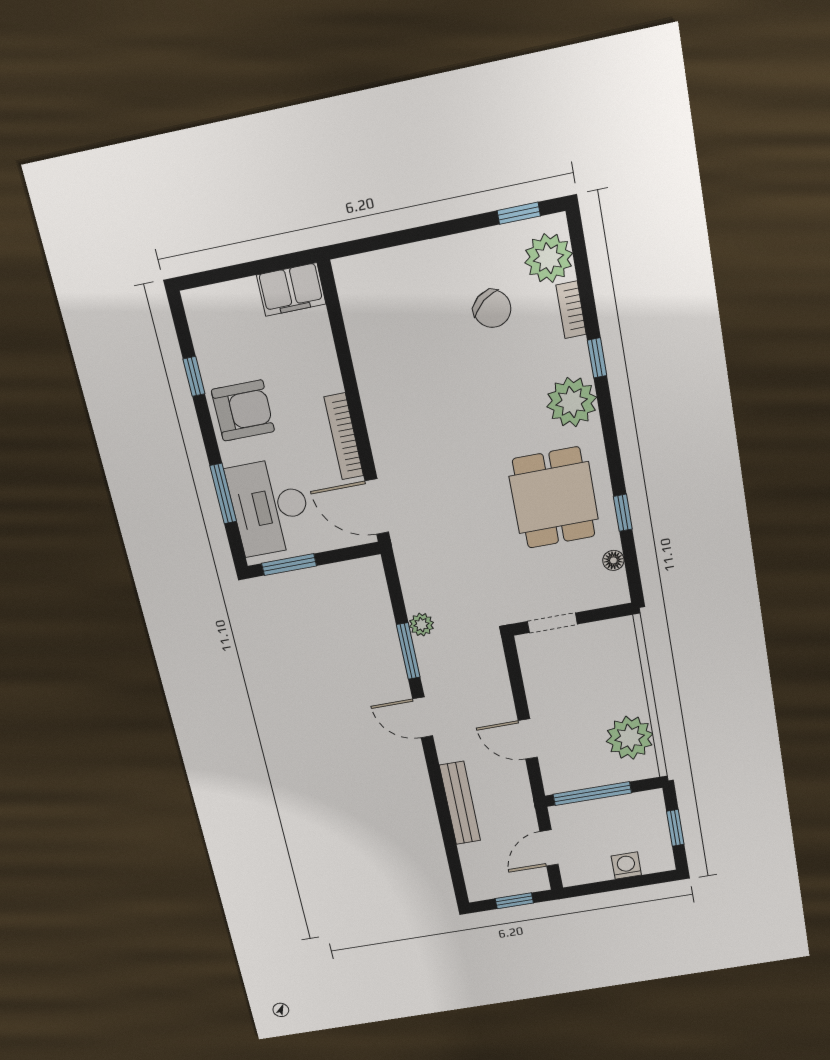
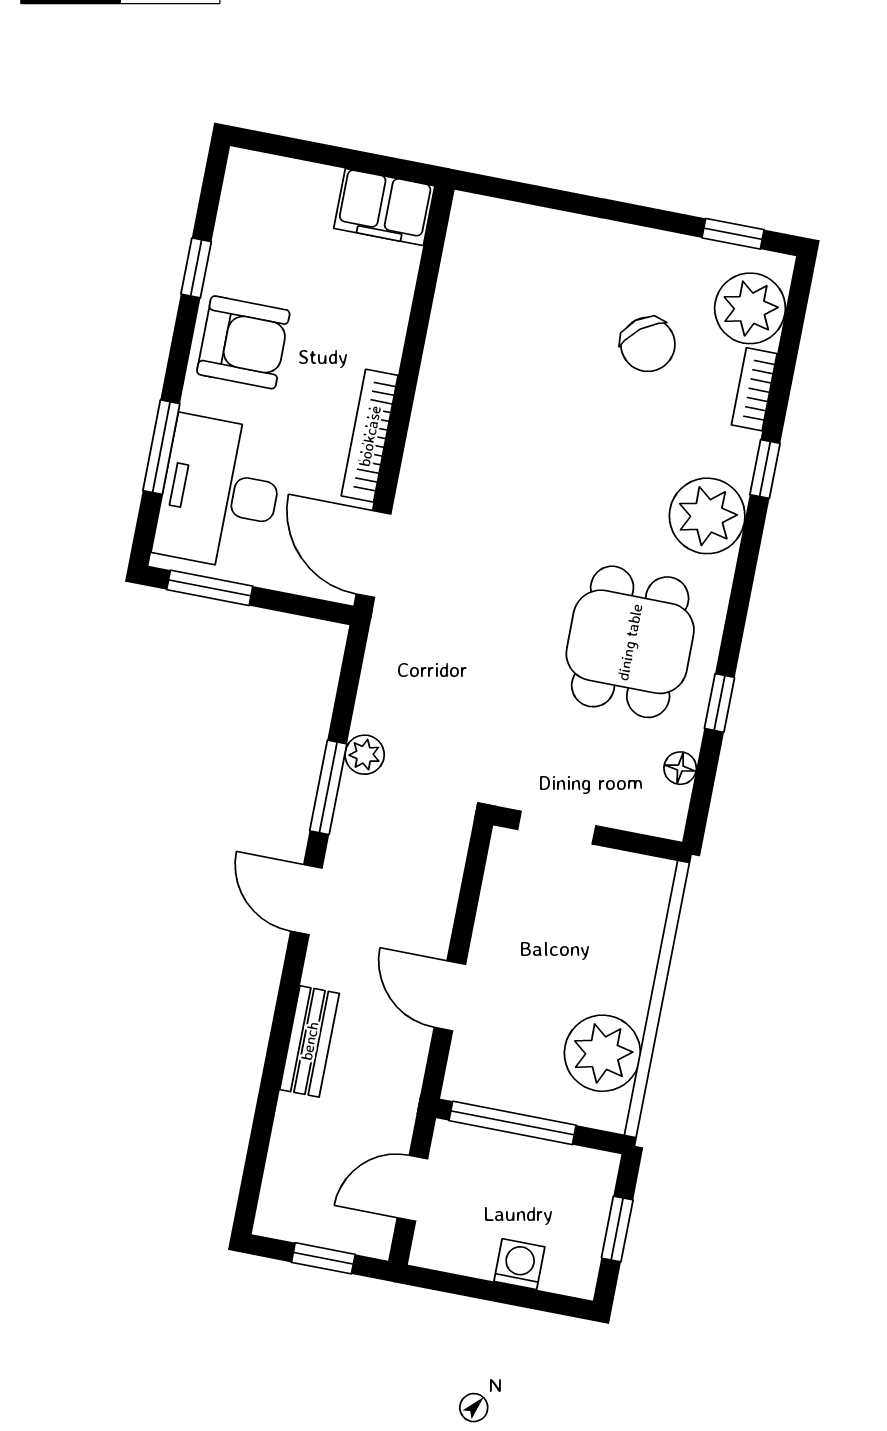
bench: (460, 803) -> (310, 1041), width x0.73

